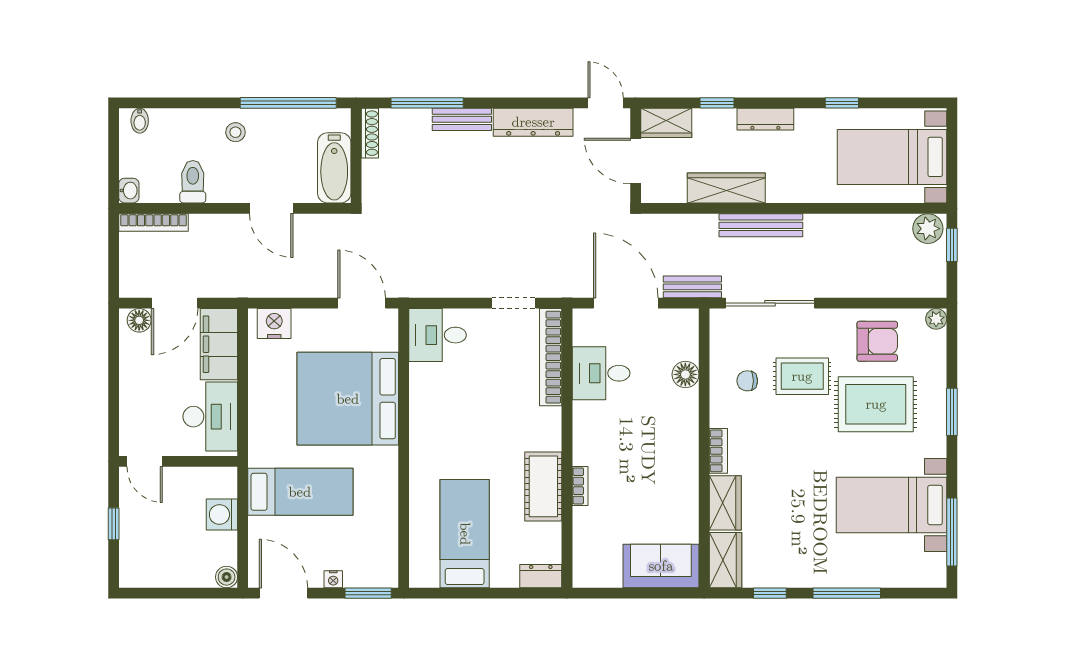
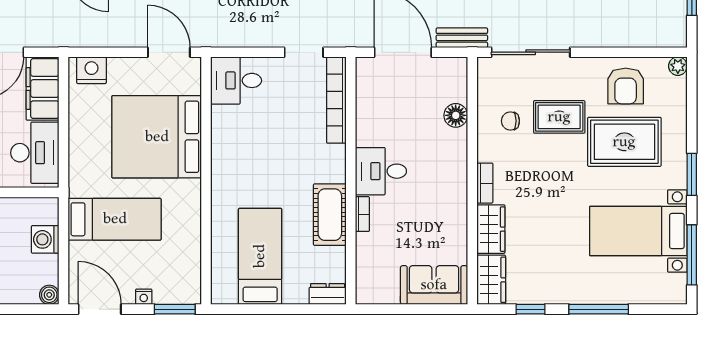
armchair: (877, 341) -> (626, 86), turned 90
desk: (601, 373) -> (381, 171), moved
window: (952, 412) -> (692, 174), moved

